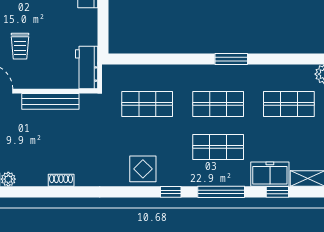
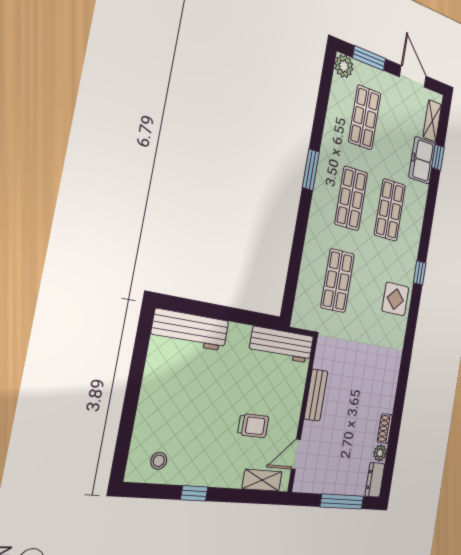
workbench: (87, 68) -> (282, 345), width x1.38
bench: (50, 101) -> (316, 395), width x0.73
shoe rack: (61, 180) -> (385, 429), moved
window: (221, 192) -> (428, 218), removed

